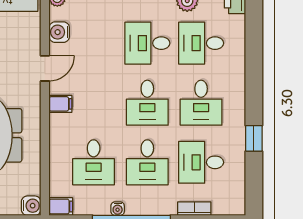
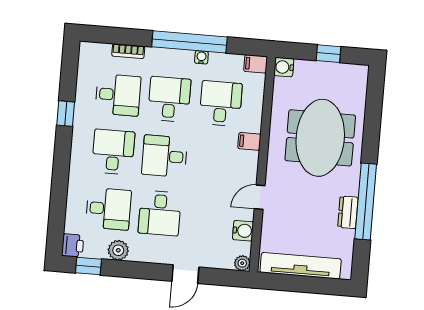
desk: (147, 43) -> (160, 213), turned 90
desk: (147, 103) -> (165, 156), turned -90
filing cabinet: (60, 104) -> (249, 141), moved

